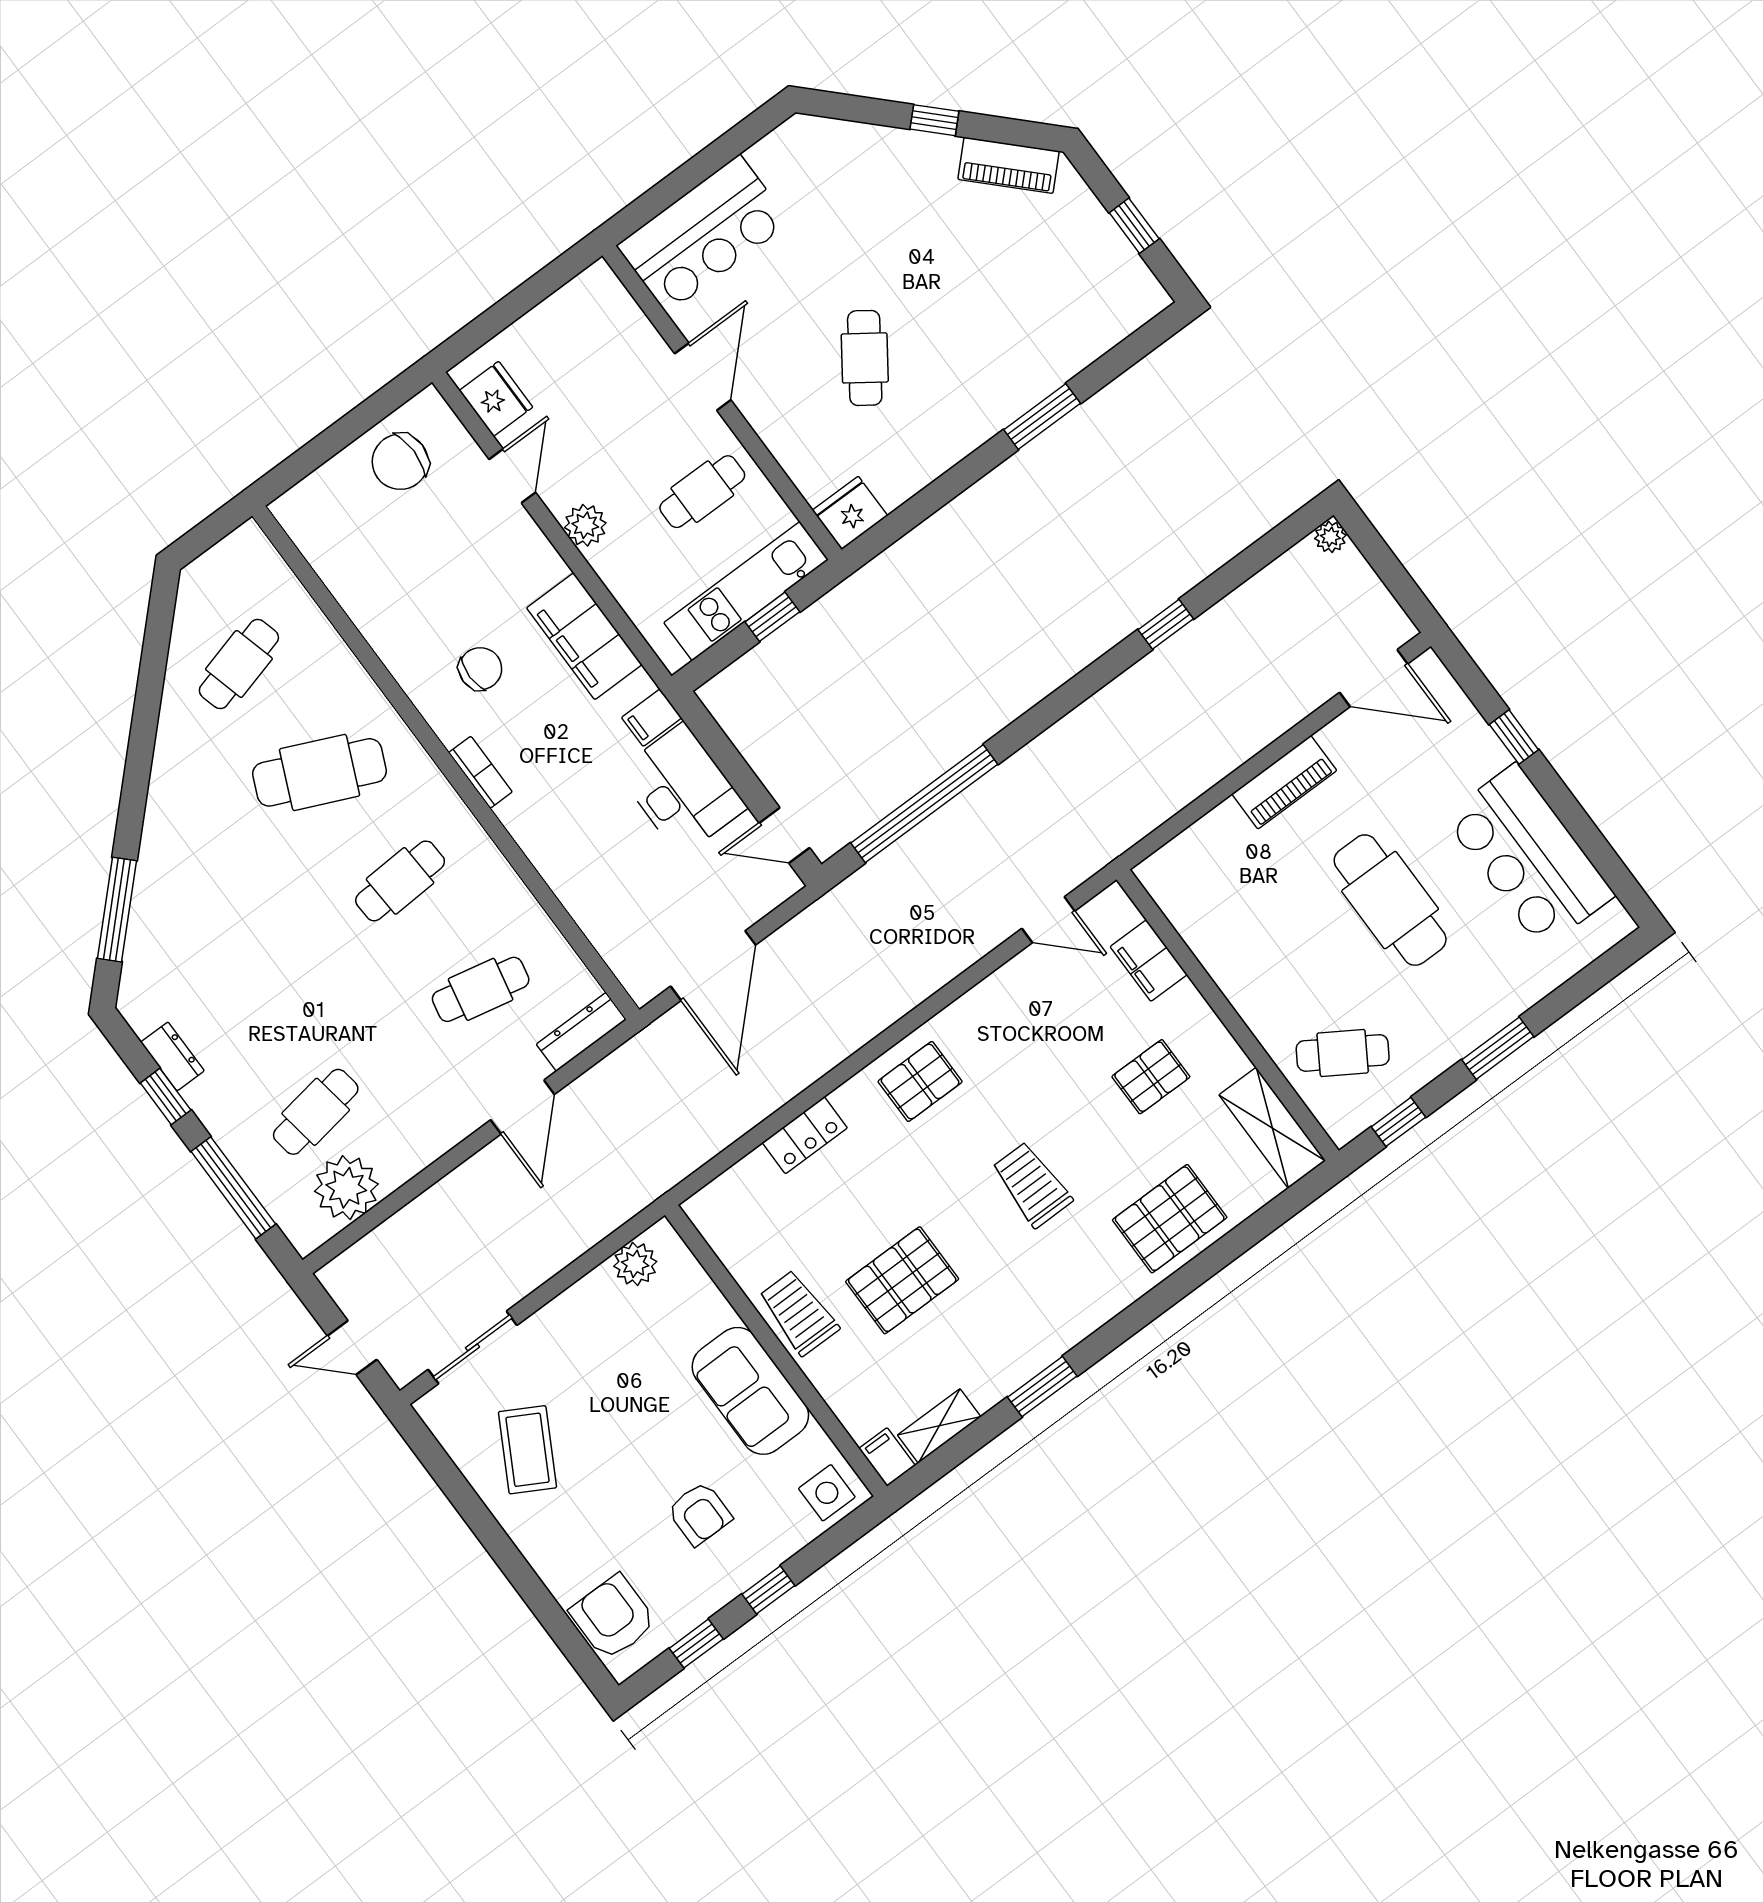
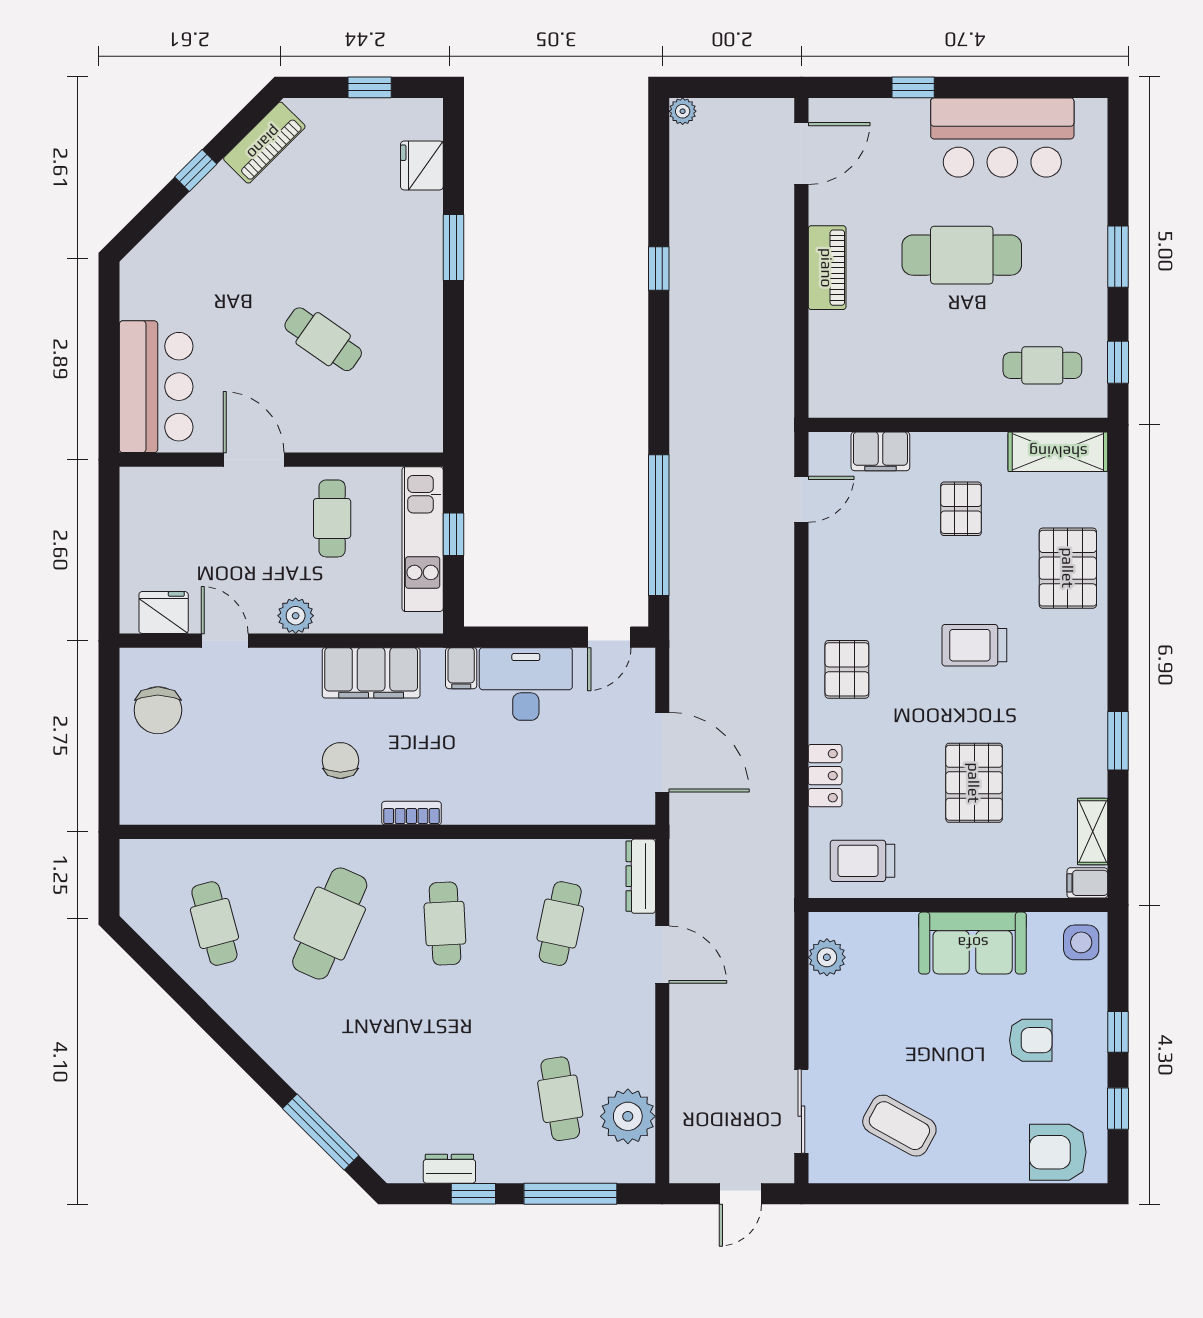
fridge: (850, 513) -> (422, 165), moved
cafe table: (1343, 1053) -> (1042, 365), turned 58
trolley: (799, 1313) -> (862, 861), moved

